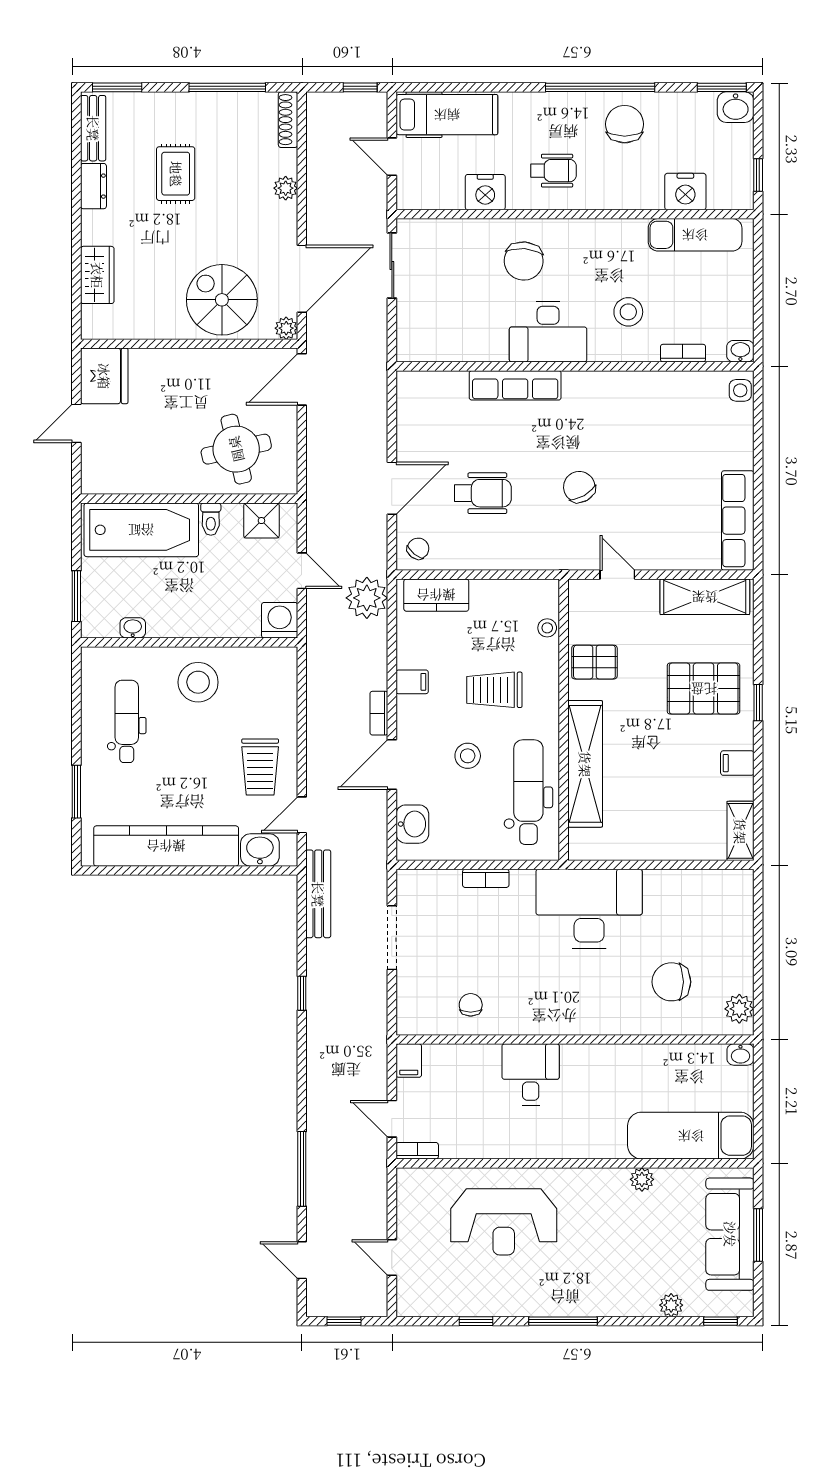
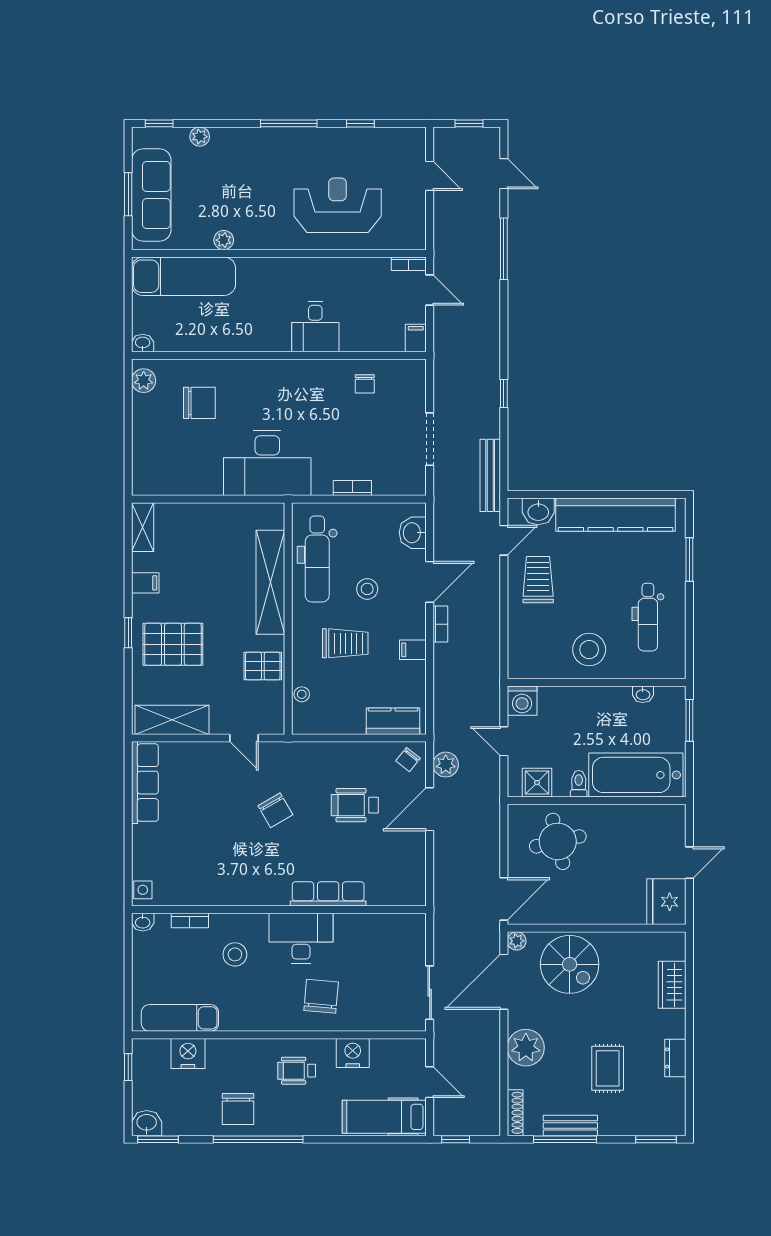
bench: (93, 128) -> (570, 1125), moved, turned 90
plant: (286, 188) -> (526, 1048), width x1.88, depth x1.88
plant: (367, 598) -> (446, 765), moved, width x0.73, depth x0.73

